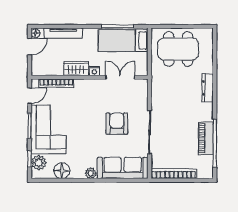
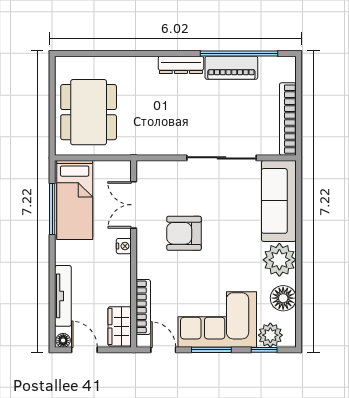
wardrobe: (76, 68) -> (120, 326), moved
dresser: (208, 88) -> (181, 65), moved
armchair: (117, 124) -> (184, 233), moved
plant: (91, 173) -> (279, 260), width x1.88, depth x1.88

